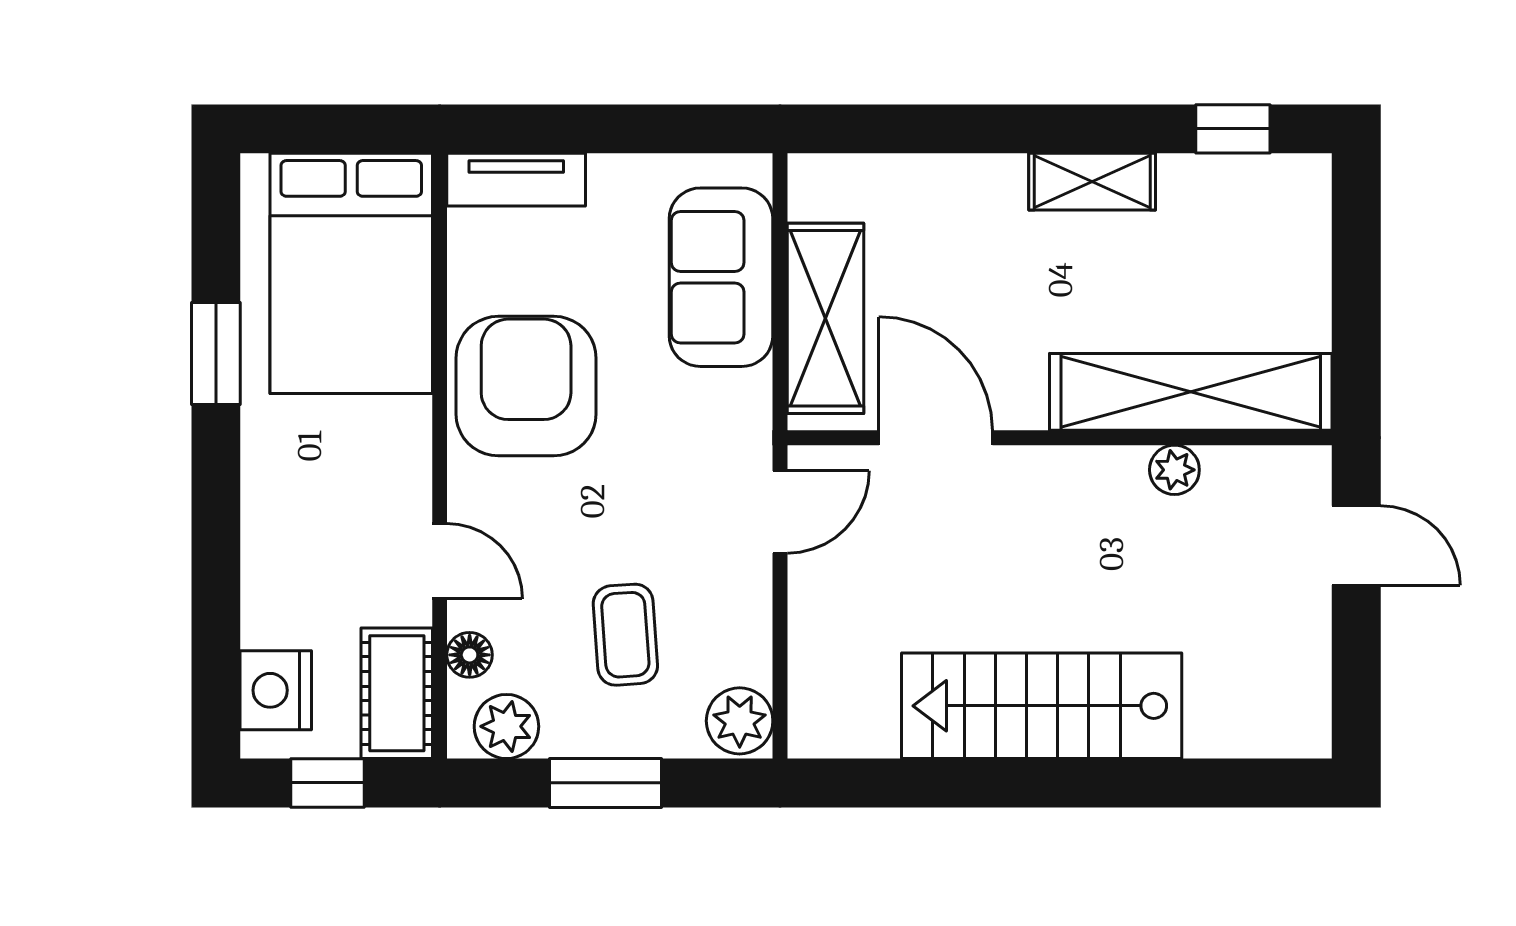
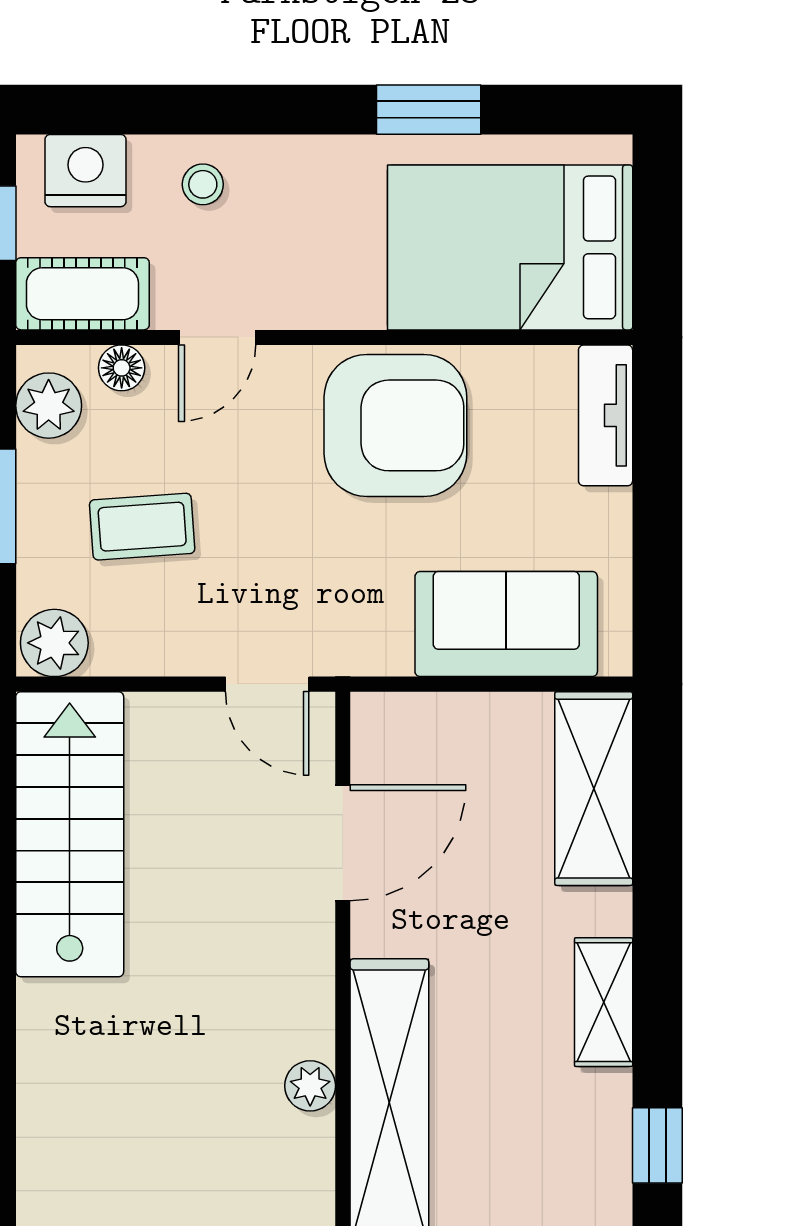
shelving: (825, 318) -> (594, 789), moved, turned 90
stool: (289, 575) -> (203, 184), added
stairs: (1042, 706) -> (70, 834), moved

